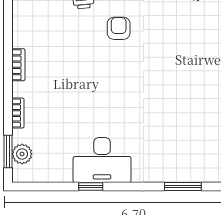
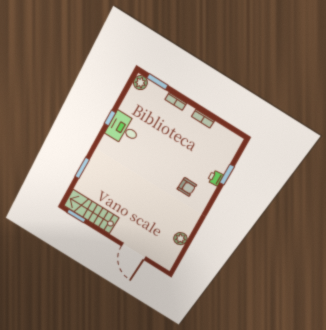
plant: (22, 154) -> (140, 83), moved
desk: (102, 160) -> (123, 129), width x0.73

